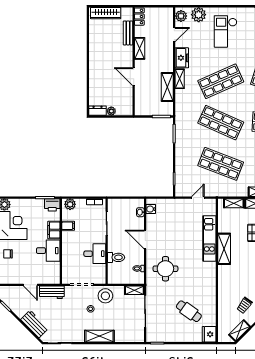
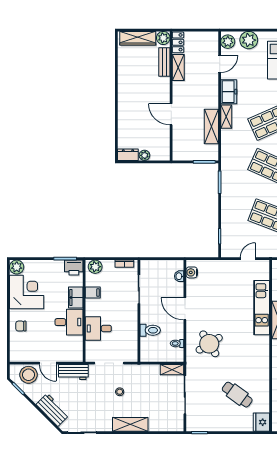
plant: (127, 13) -> (163, 38), added
shelving: (140, 48) -> (178, 67), moved
desk: (95, 254) -> (98, 329), moved, turned 180
round table: (165, 269) -> (209, 344), turned -32
stool: (105, 296) -> (29, 375), moved

